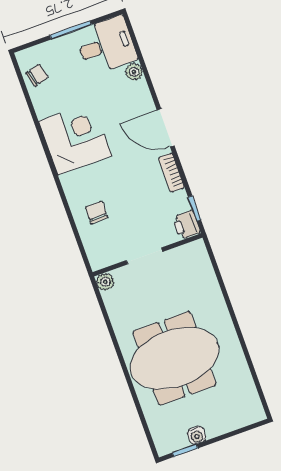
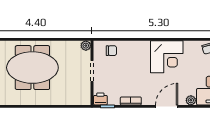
door: (166, 128) -> (167, 106), moved
chair: (97, 212) -> (111, 51), moved
meeting table: (174, 358) -> (32, 68), turned 90

